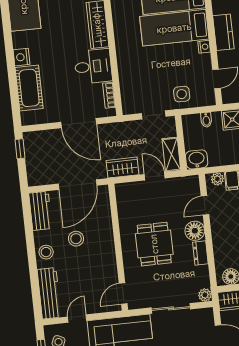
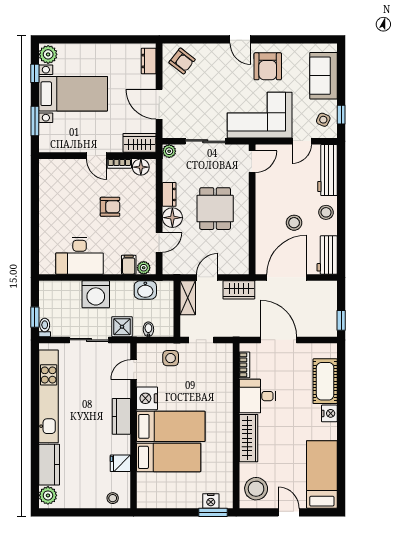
nightstand: (204, 47) -> (147, 398), width x1.89, depth x1.79
washbasin: (197, 159) -> (145, 290), moved
door: (155, 176) -> (207, 277), swing flipped

